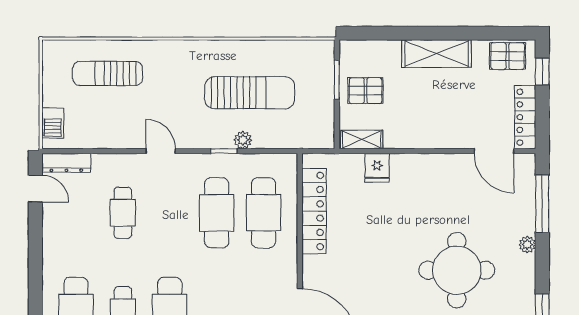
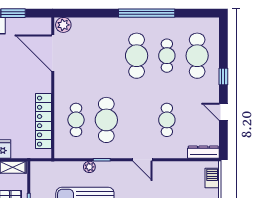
door: (35, 189) -> (223, 112), moved
cafe table: (264, 213) -> (76, 120), width x0.73, depth x0.74
window: (35, 280) -> (223, 76), added

